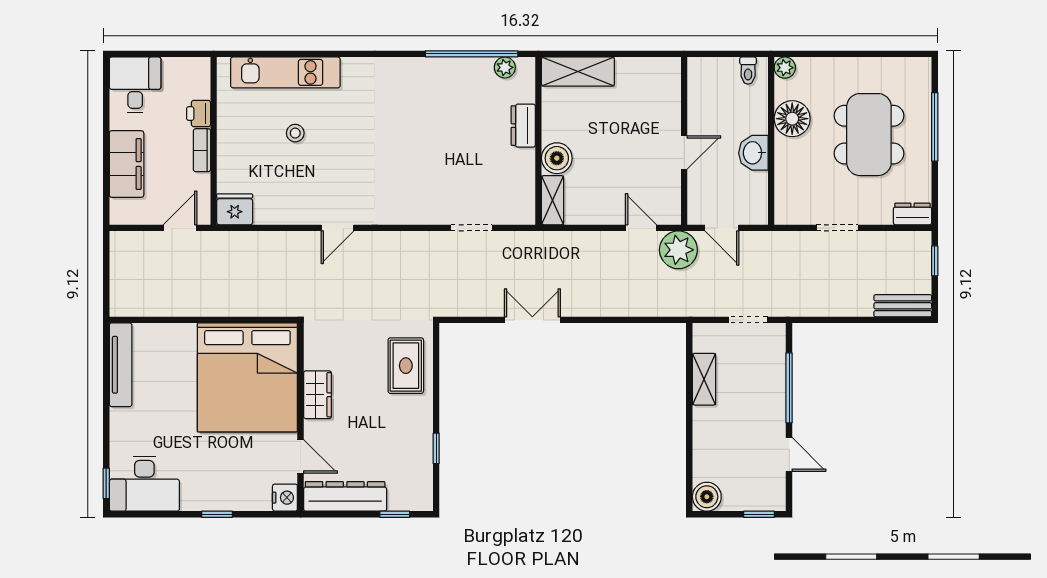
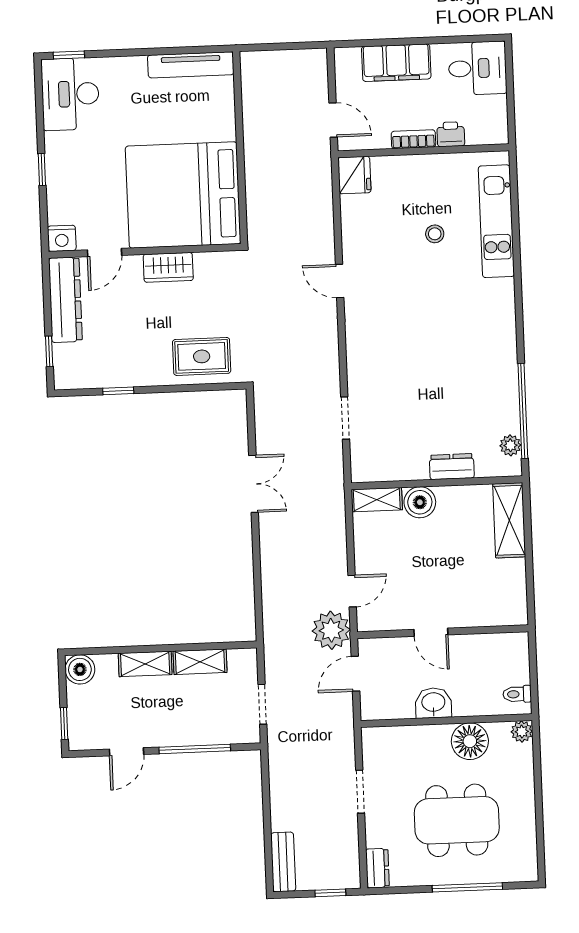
shelving: (704, 433) -> (145, 664), added

